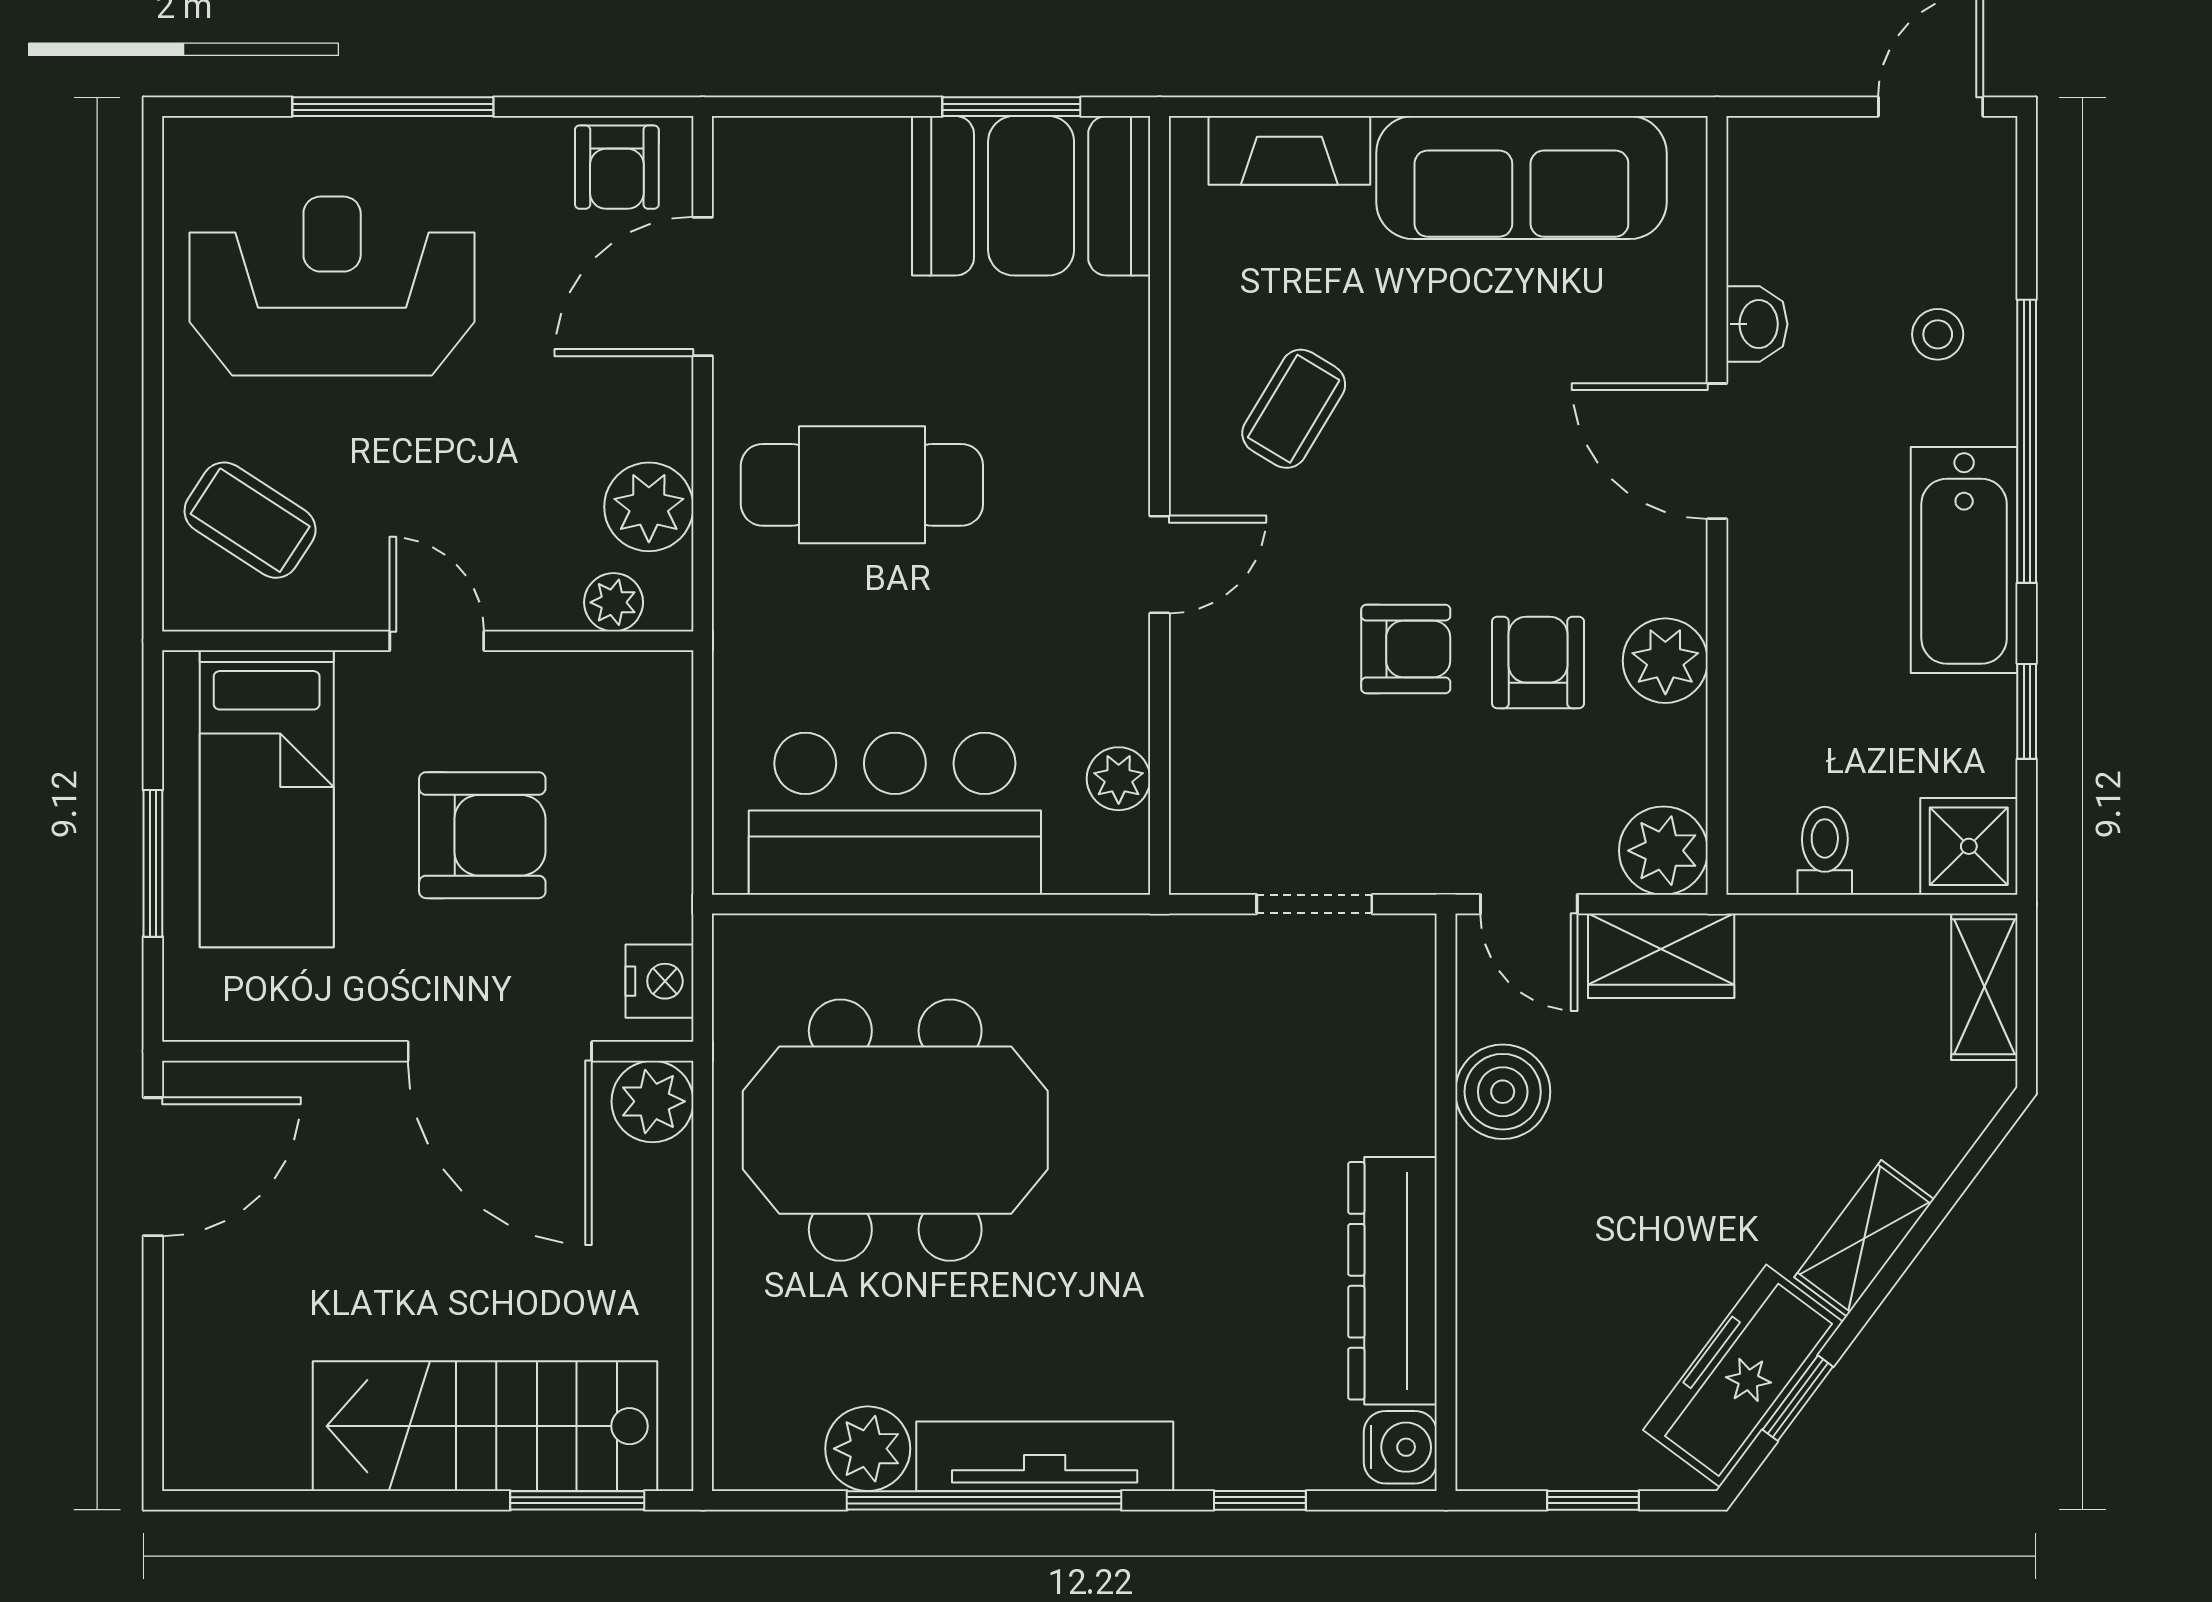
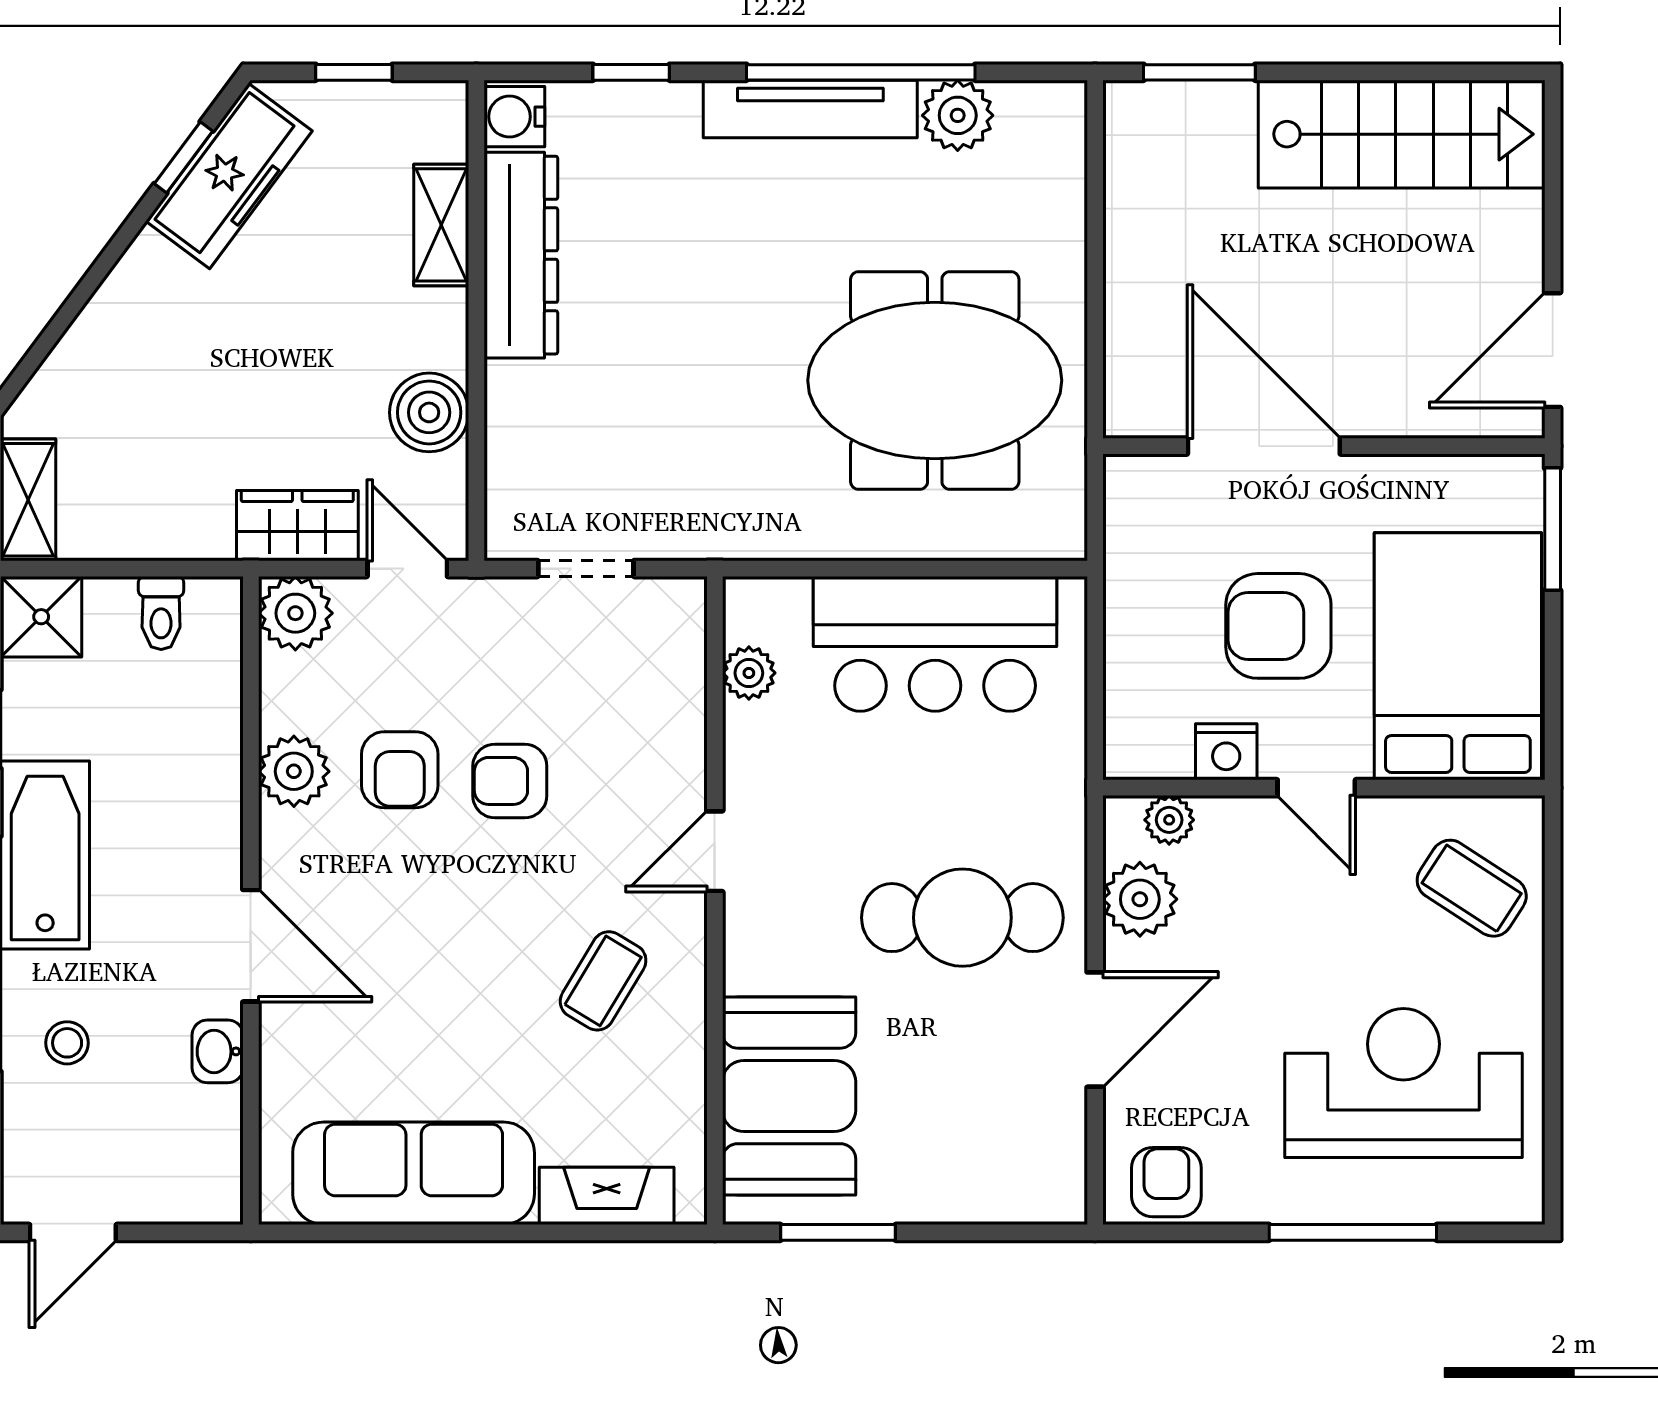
booth: (1031, 196) -> (789, 1096), moved, turned 90
reception desk: (332, 286) -> (1403, 1083), turned 180
door: (703, 287) -> (1095, 1030), moved
bed: (267, 799) -> (1458, 656), width x1.50
window: (153, 863) -> (1553, 529), moved
nightstand: (660, 981) -> (1226, 752), moved, turned -90
plant: (652, 1101) -> (1137, 404), removed
shelving: (1864, 1238) -> (441, 225), moved, turned -37
stairs: (485, 1426) -> (1402, 134), moved

